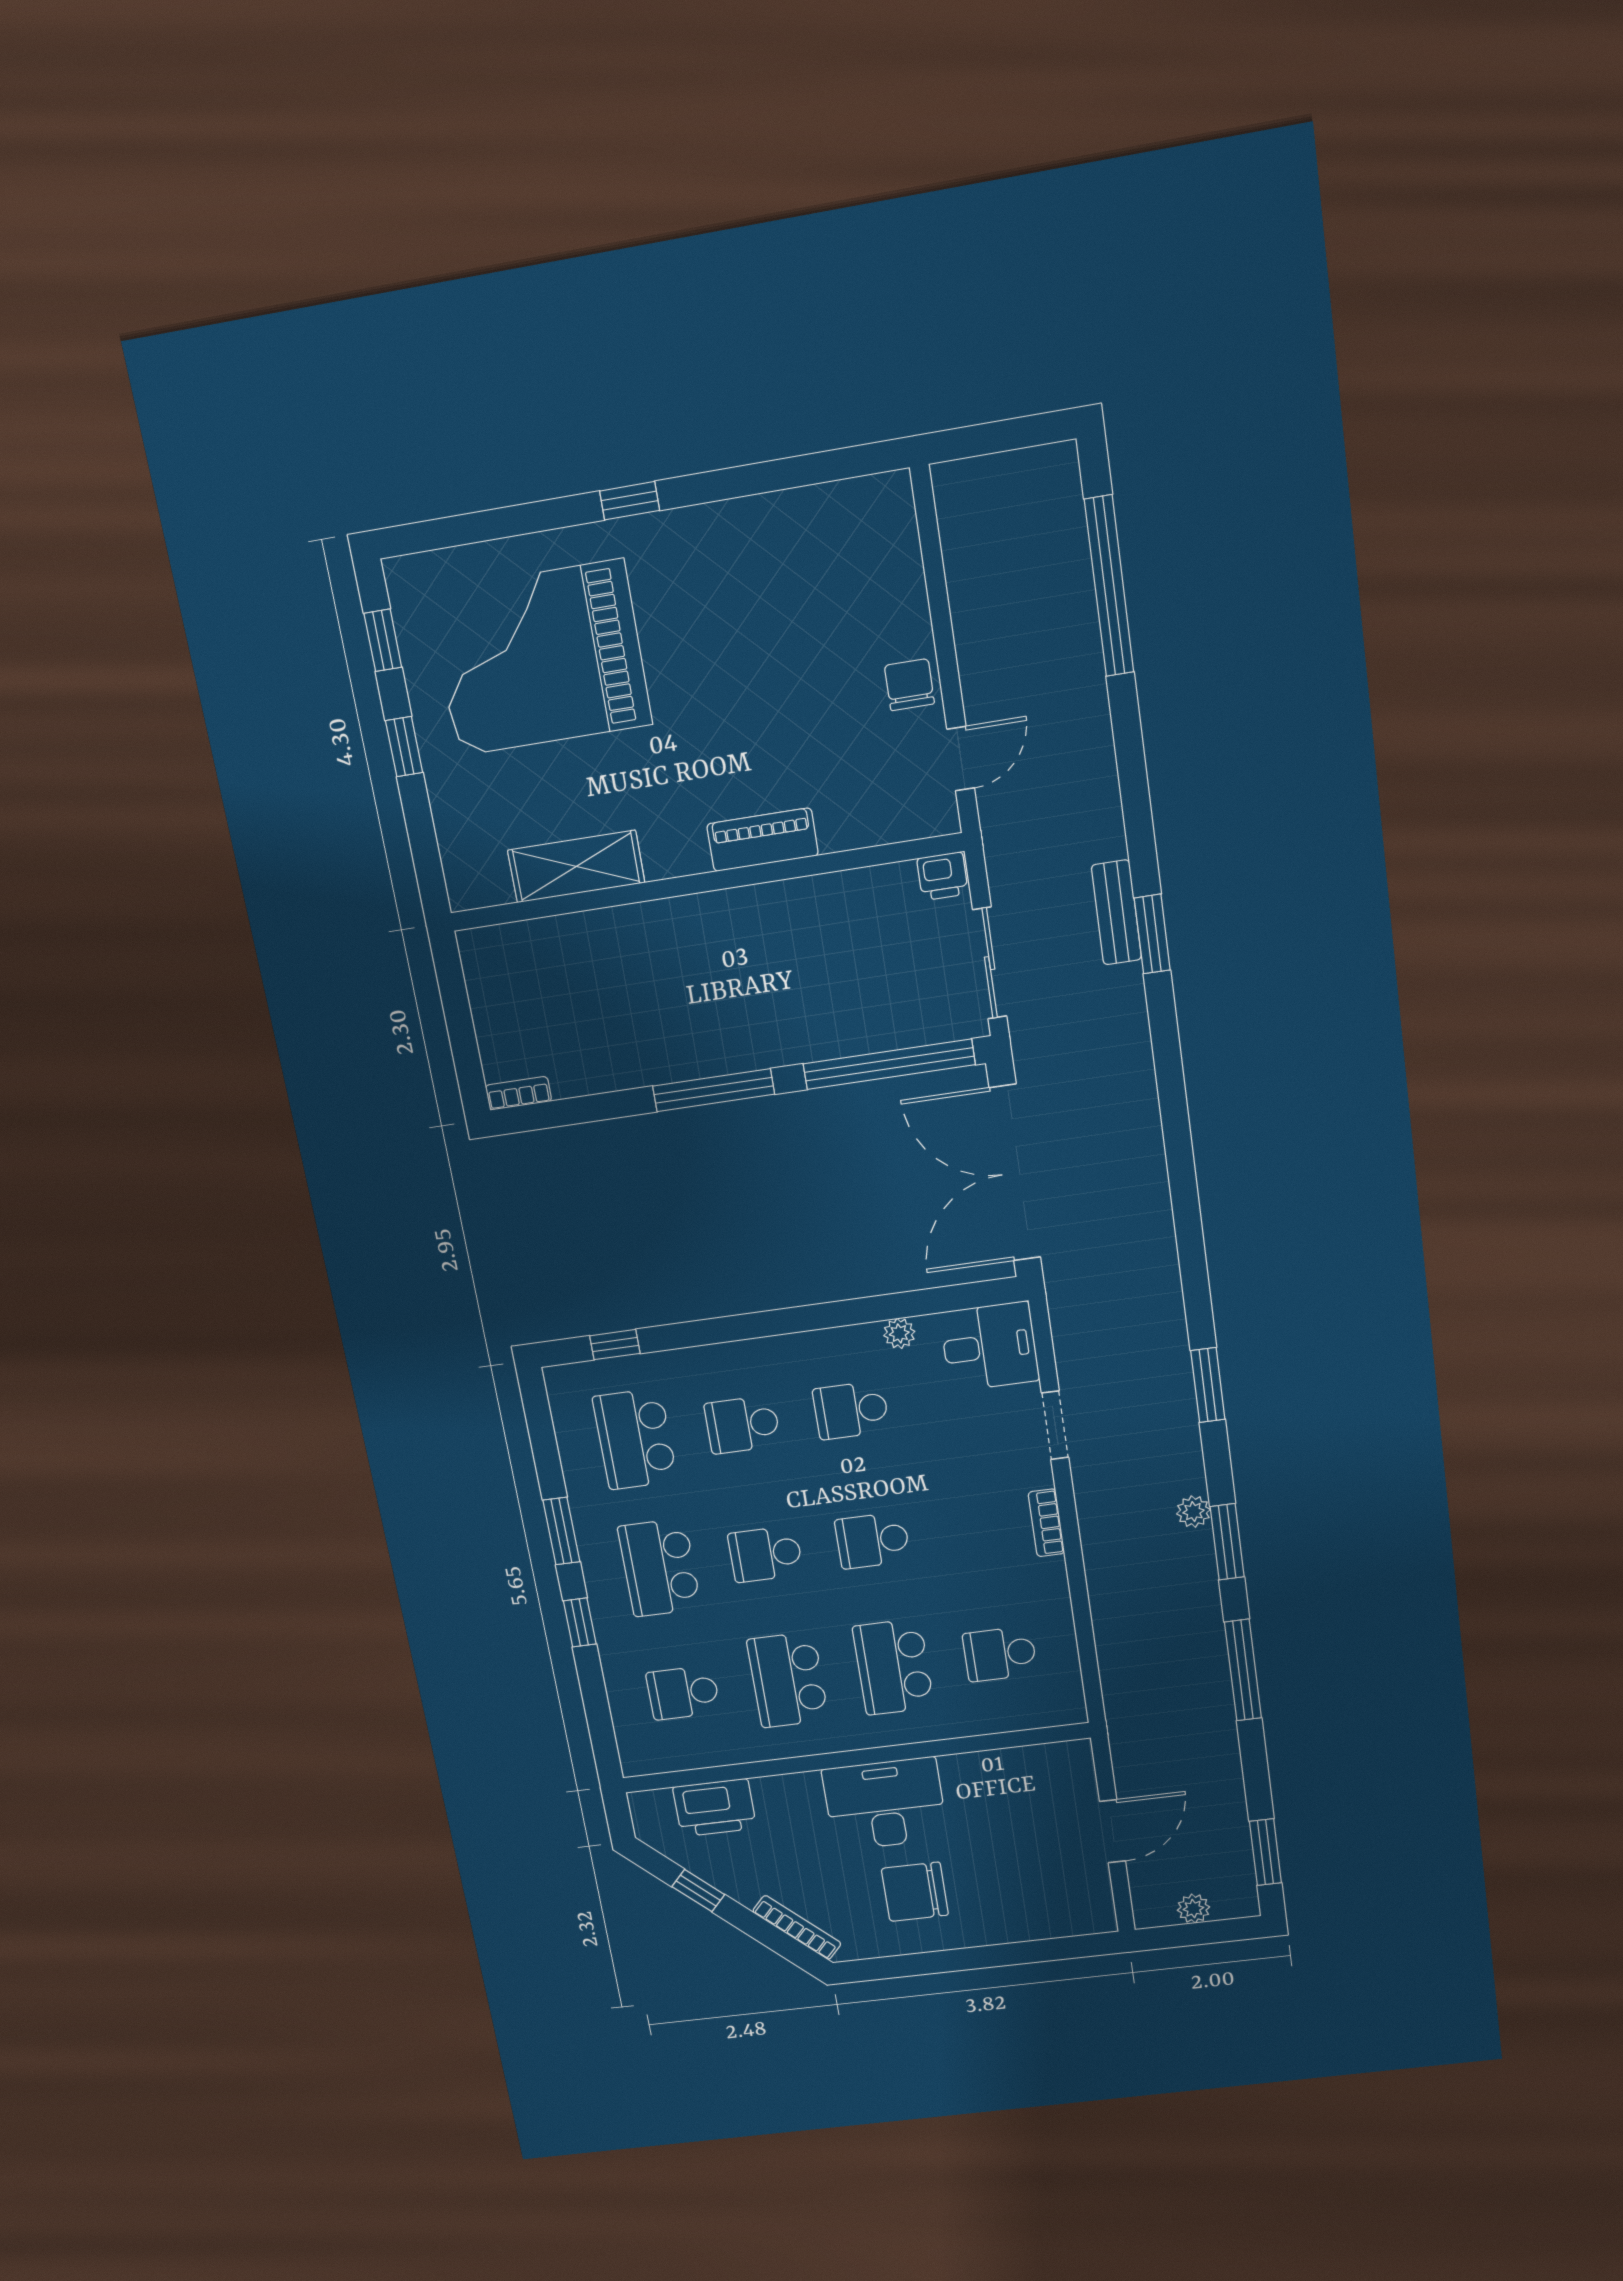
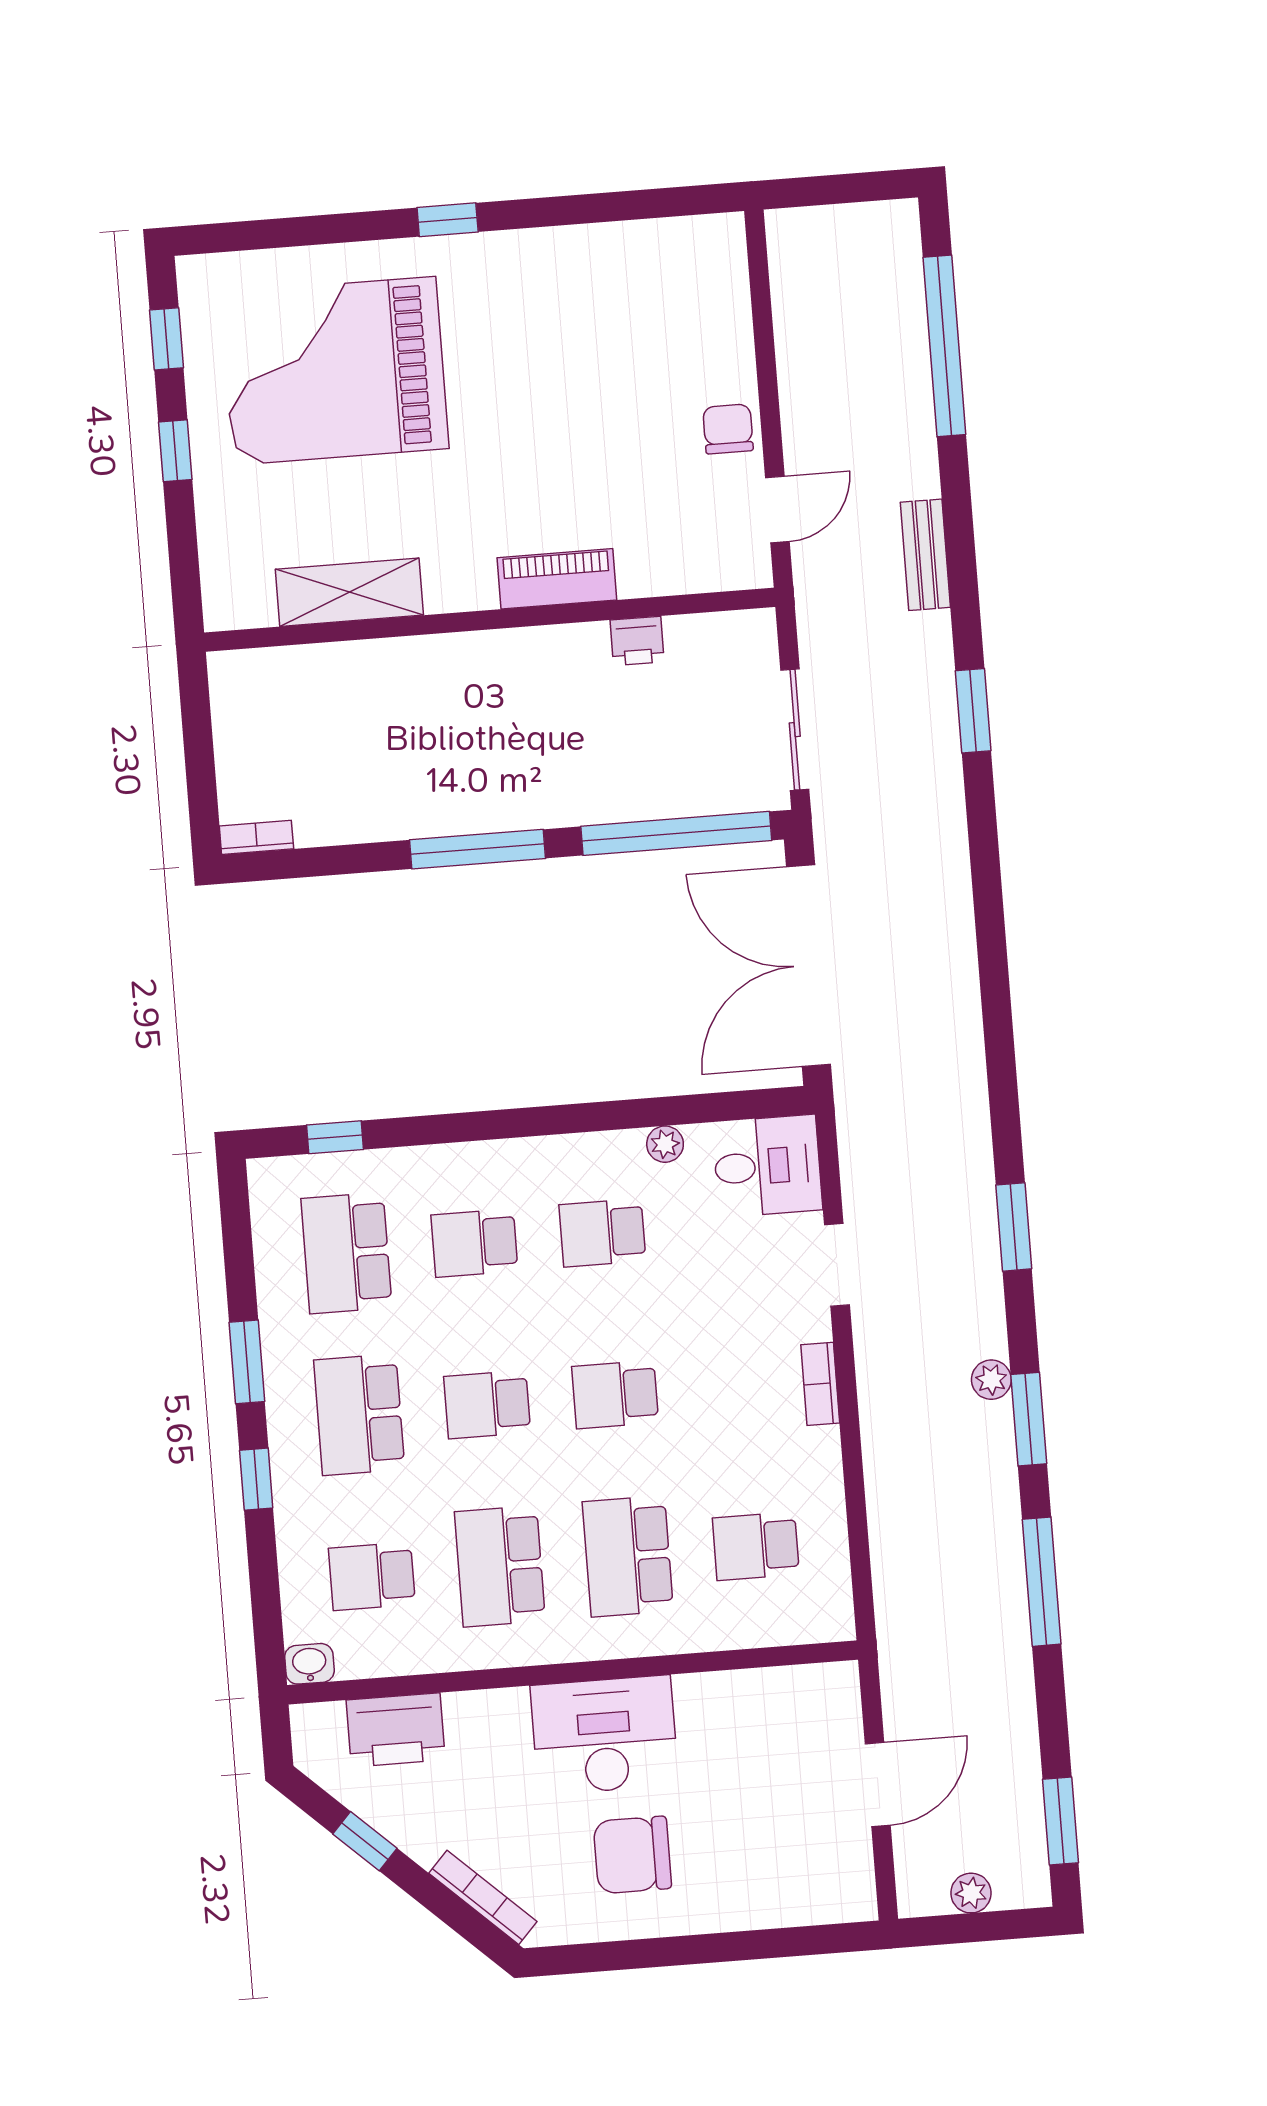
printer: (942, 876) -> (637, 641), moved
bench: (1116, 912) -> (925, 555), moved
washbasin: (639, 1761) -> (309, 1664), added

